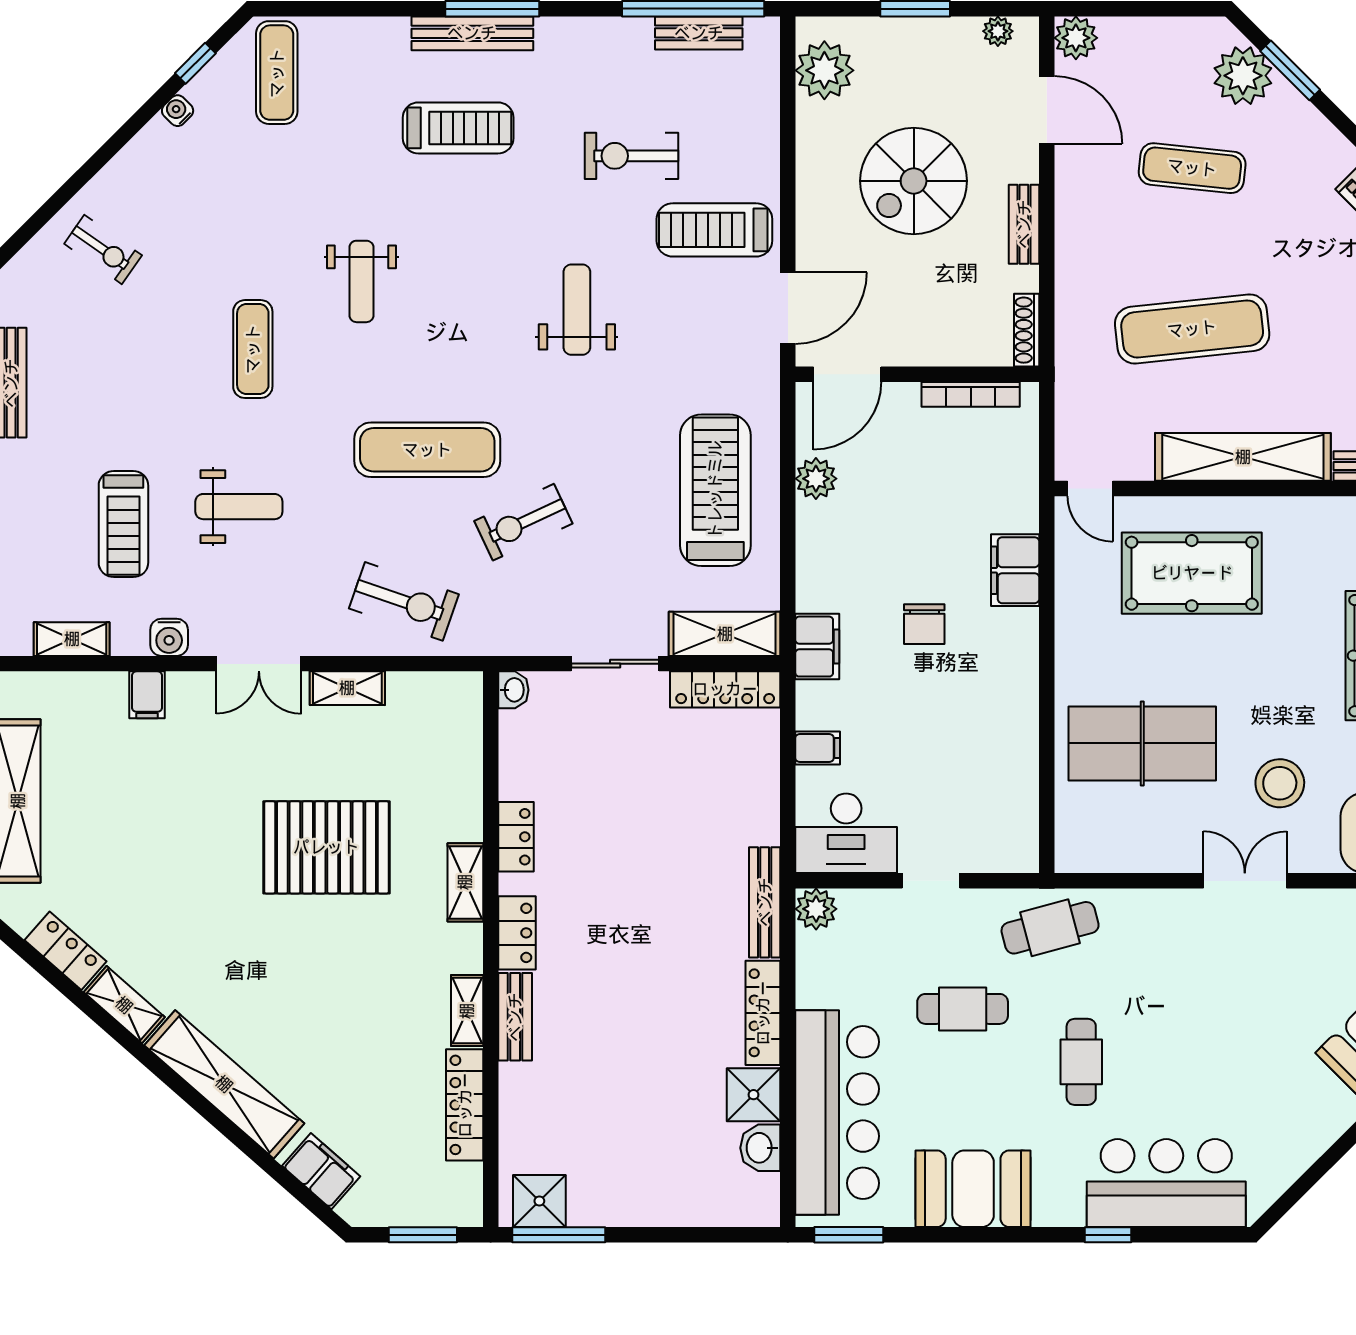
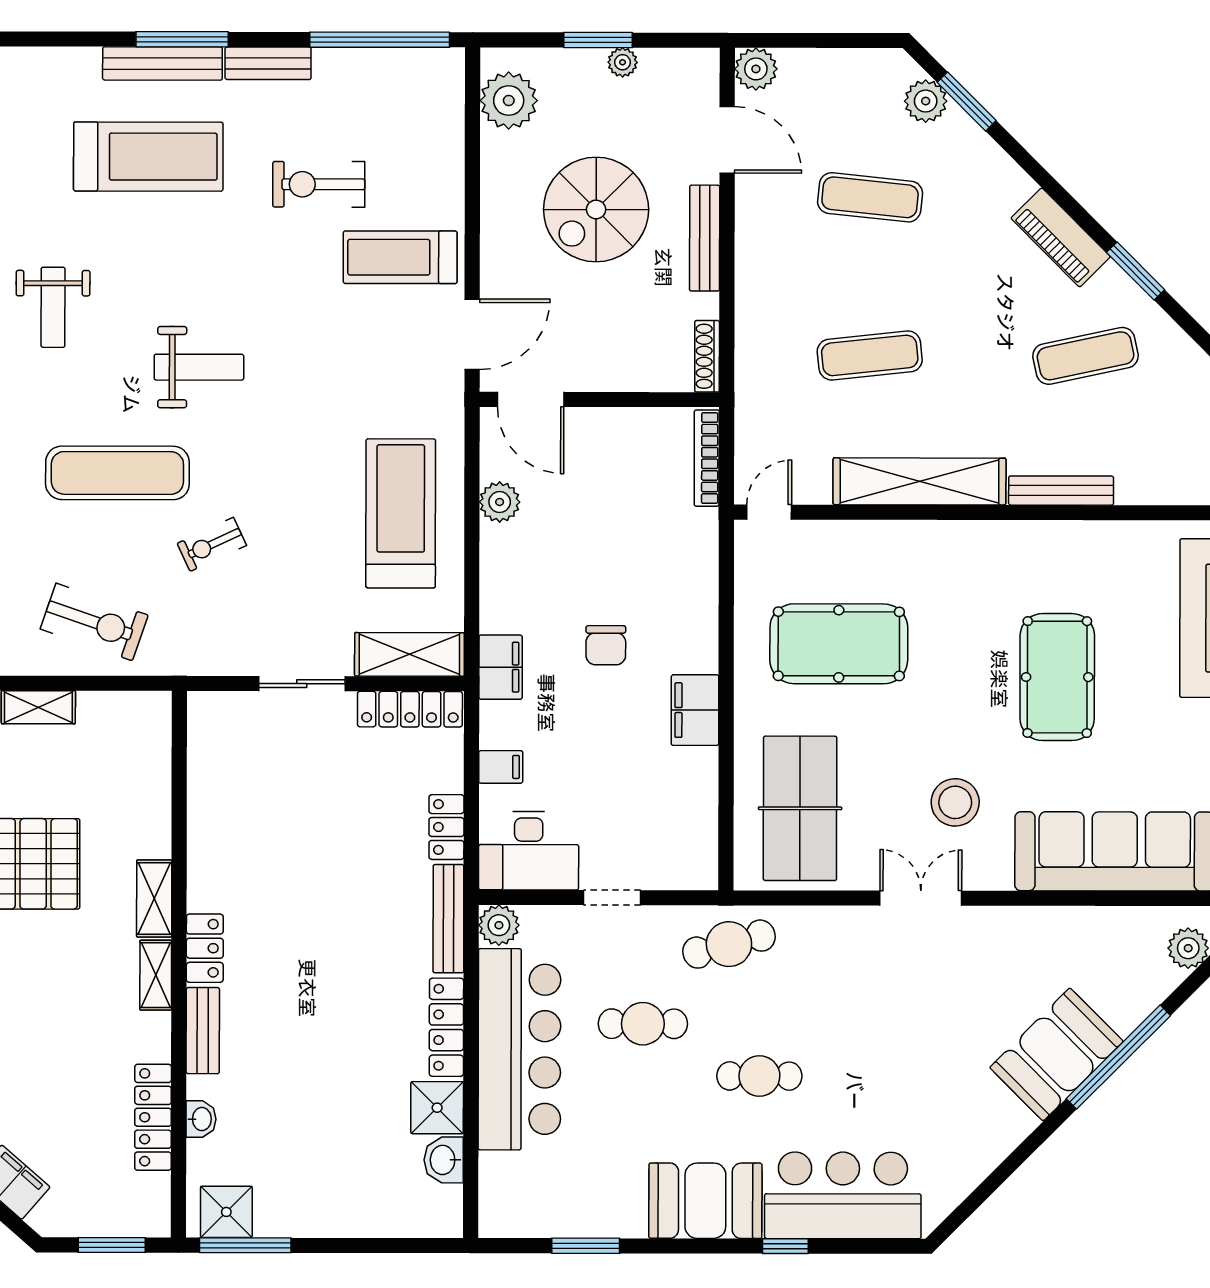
plant: (998, 31) -> (623, 62), moved
bench: (699, 33) -> (268, 63), moved
plant: (1243, 76) -> (926, 101), width x0.73, depth x0.73
treadmill: (458, 128) -> (148, 157), width x1.37, depth x1.38
bench: (1024, 224) -> (705, 238), width x1.36
weight bench: (577, 310) -> (199, 367), moved, turned 90
exercise mat: (1192, 329) -> (870, 355), width x0.73, depth x0.69
door: (847, 374) -> (531, 399), hinge flipped
bookcase: (971, 394) -> (707, 458), moved, turned 90
door: (1090, 488) -> (769, 512), swing flipped
exercise bike: (523, 522) -> (212, 544), width x0.73, depth x0.72
filing cabinet: (1015, 570) -> (695, 710), moved
pool table: (1192, 573) -> (839, 644), moved
washbasin: (513, 690) -> (201, 1119), moved
table tennis table: (1142, 743) -> (800, 808), moved, turned 90
locker: (516, 837) -> (446, 827), moved, turned 180
shelving: (467, 1011) -> (156, 975), moved
cafe table: (1081, 1062) -> (759, 1076), turned 90
bar counter: (837, 1113) -> (519, 1049), moved
booth: (973, 1189) -> (705, 1201), moved
window: (849, 1235) -> (586, 1246), moved

